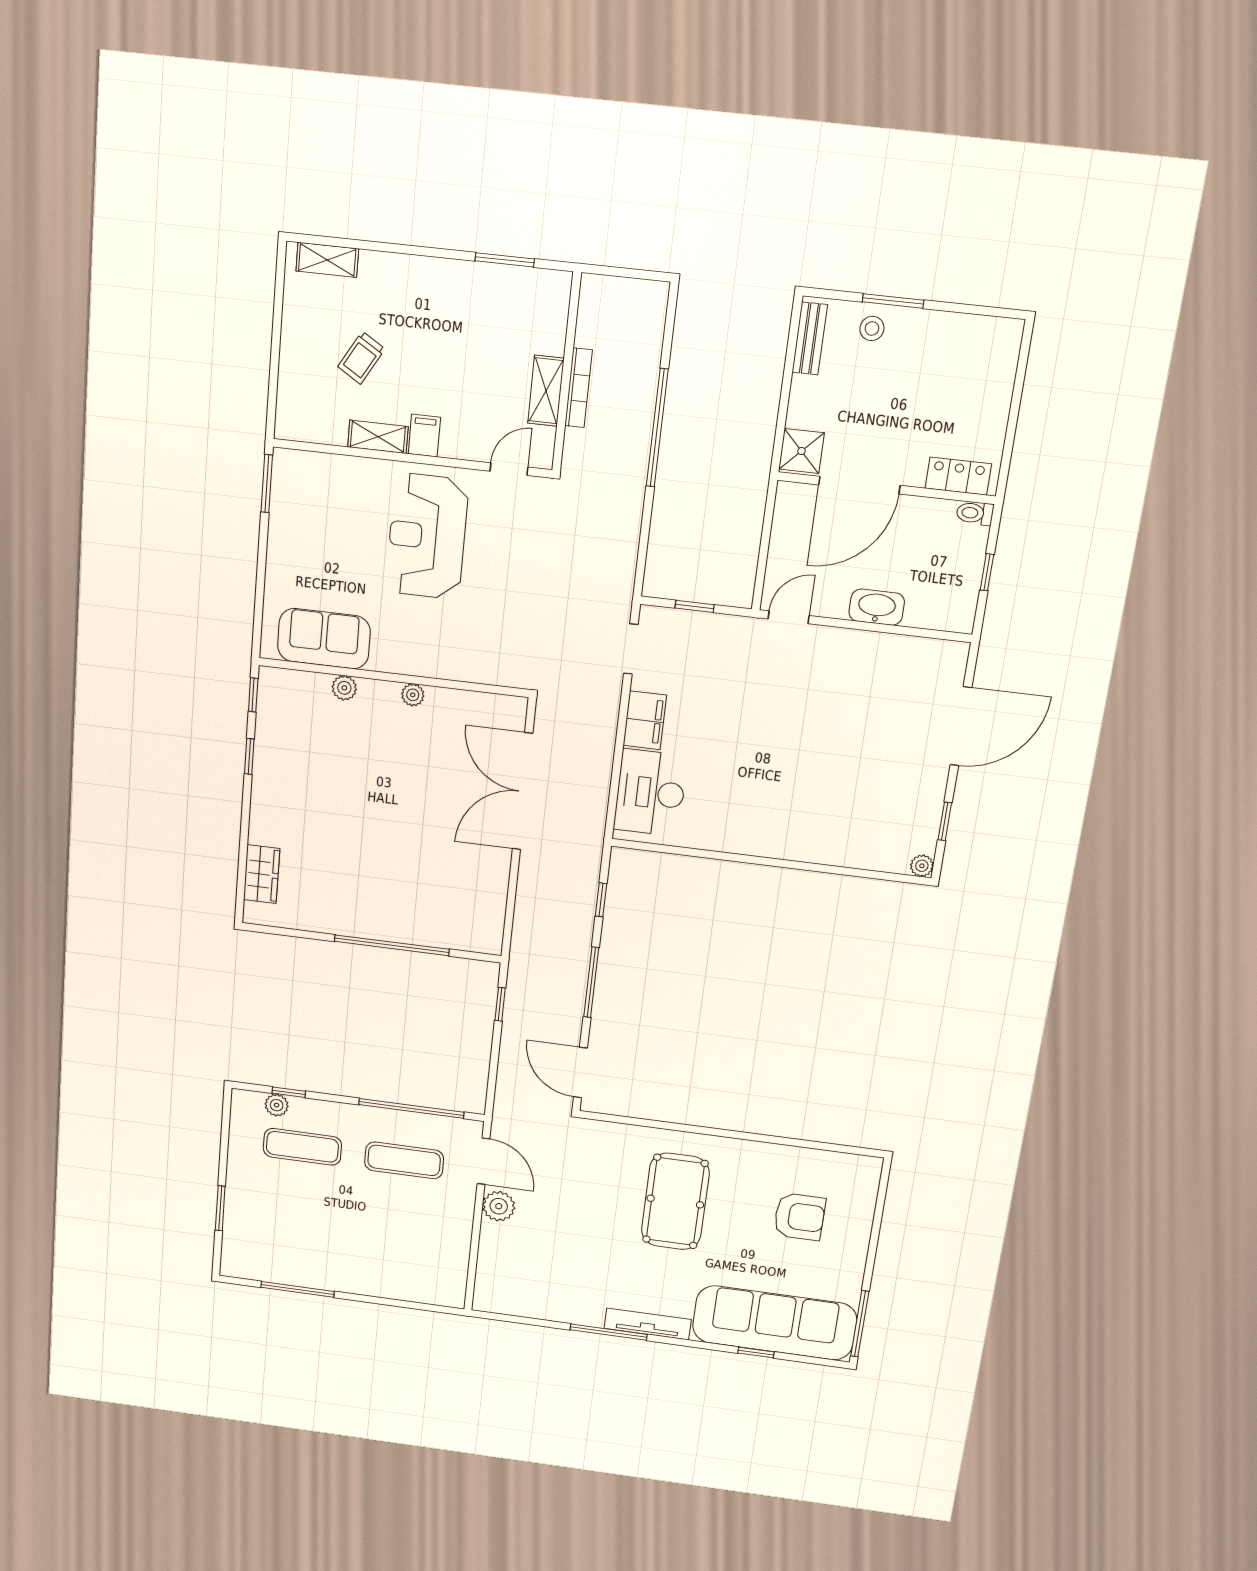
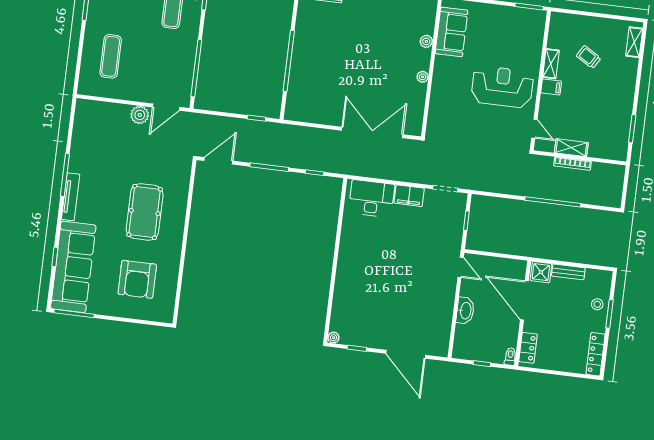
locker: (978, 330) -> (596, 354), added
bench: (810, 339) -> (568, 272), moved
exercise mat: (404, 1160) -> (111, 56), moved
pool table: (675, 1202) -> (145, 212), turned 90
armchair: (800, 1217) -> (137, 279), width x1.36, depth x1.36

